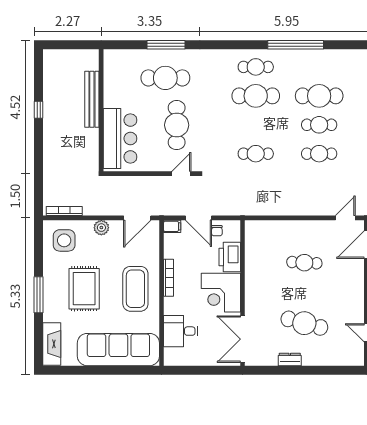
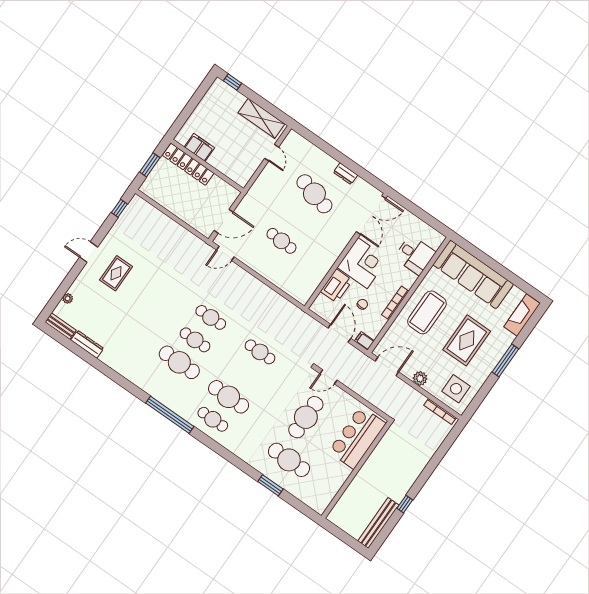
window: (166, 45) -> (270, 485), width x0.69
bench: (92, 99) -> (378, 523), moved
chair: (217, 231) -> (362, 304), moved

